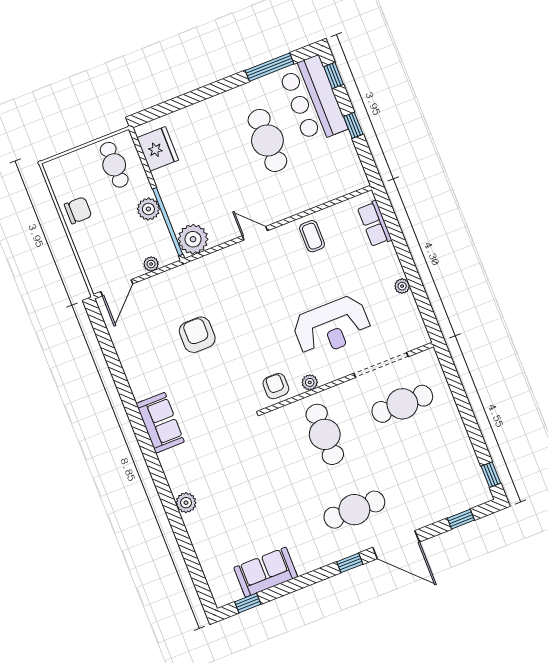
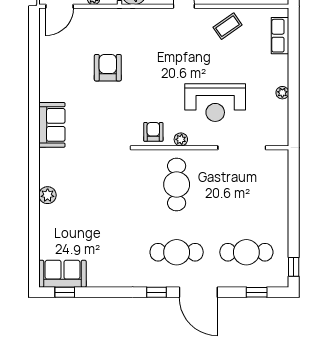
coffee table: (312, 236) -> (228, 26), turned 55
cafe table: (402, 404) -> (246, 252), moved
sofa: (266, 572) -> (62, 274), moved

